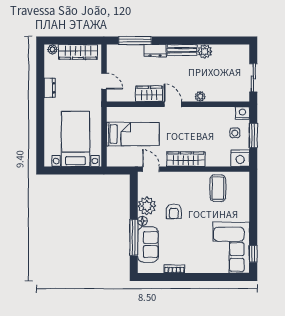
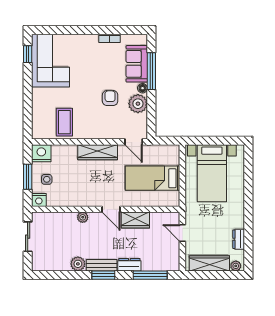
window: (180, 40) -> (103, 275), added
dresser: (50, 88) -> (239, 239), moved

